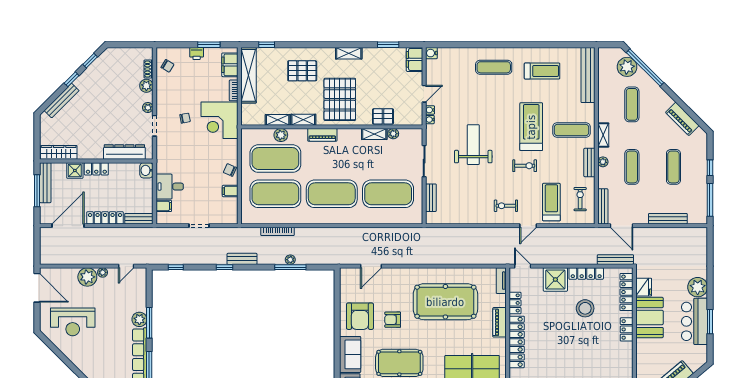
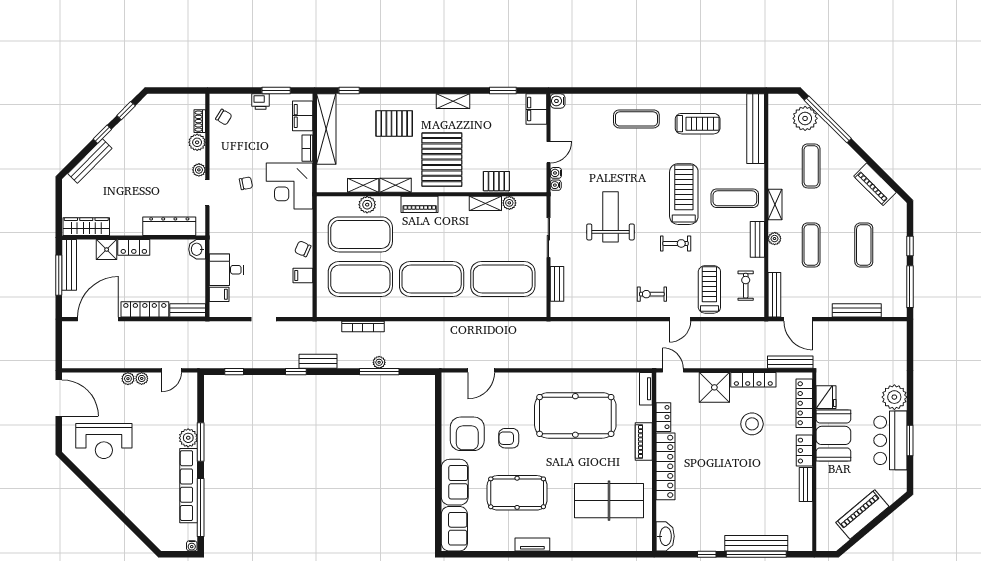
plant: (87, 277) -> (128, 379), width x0.53, depth x0.53
bench: (628, 356) -> (806, 485), added

